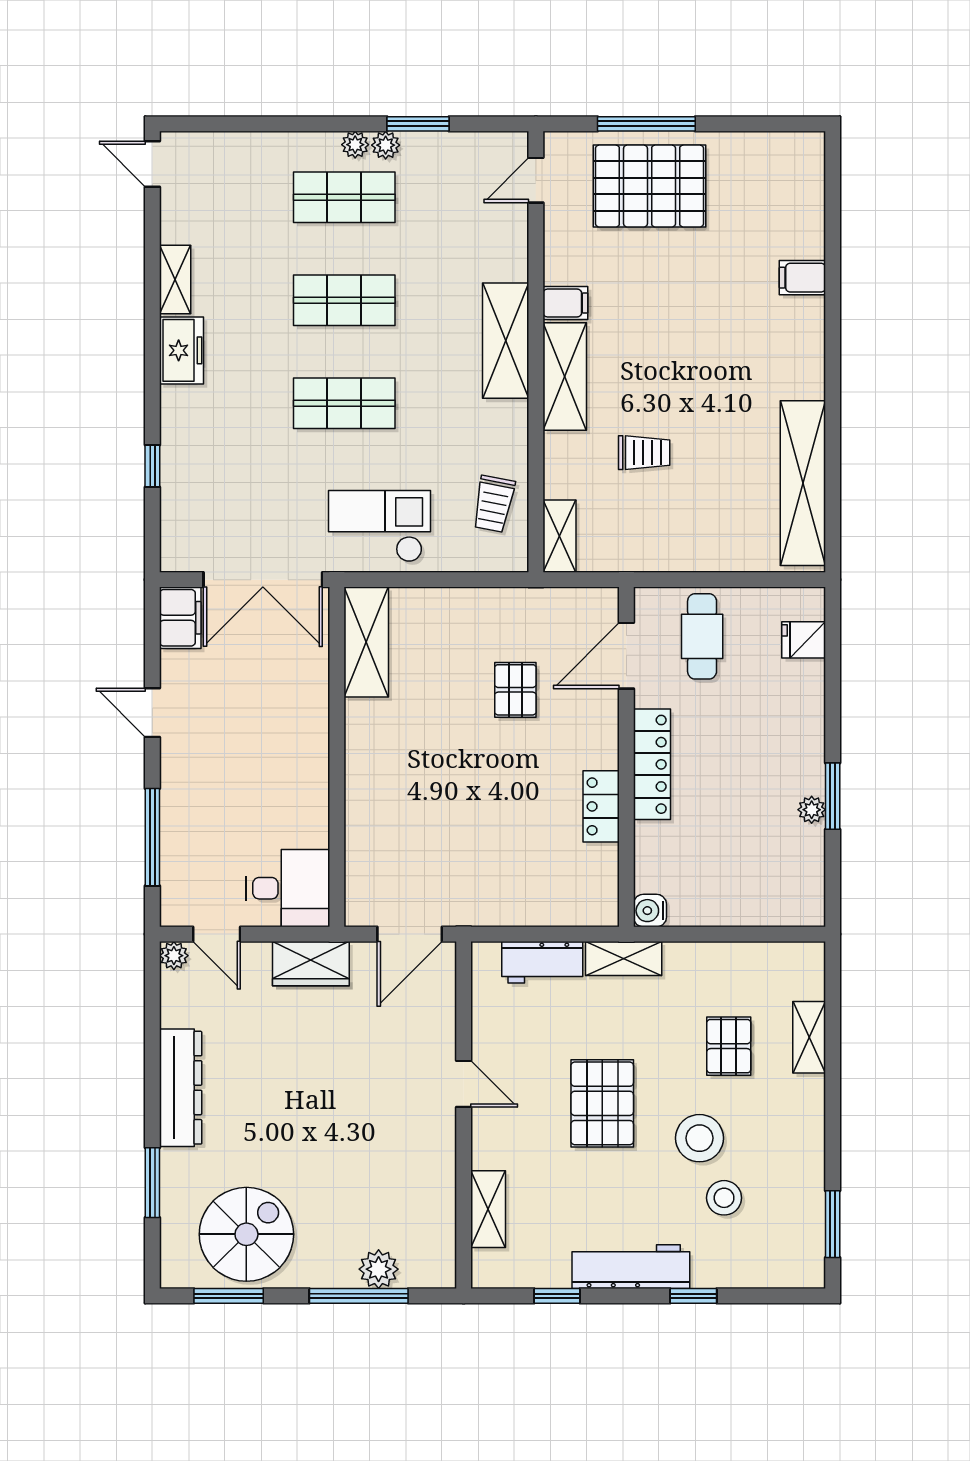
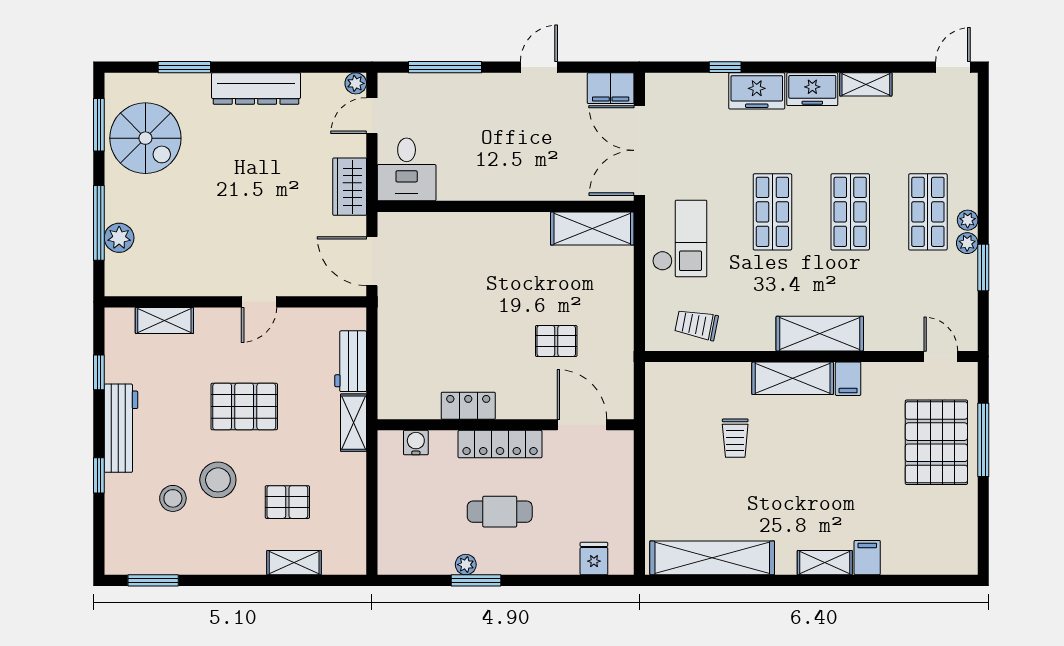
freezer: (184, 424) -> (757, 91), added
shelving: (559, 536) -> (825, 563), moved
cafe table: (702, 636) -> (500, 512), moved
water cooler: (650, 911) -> (416, 443), moved

